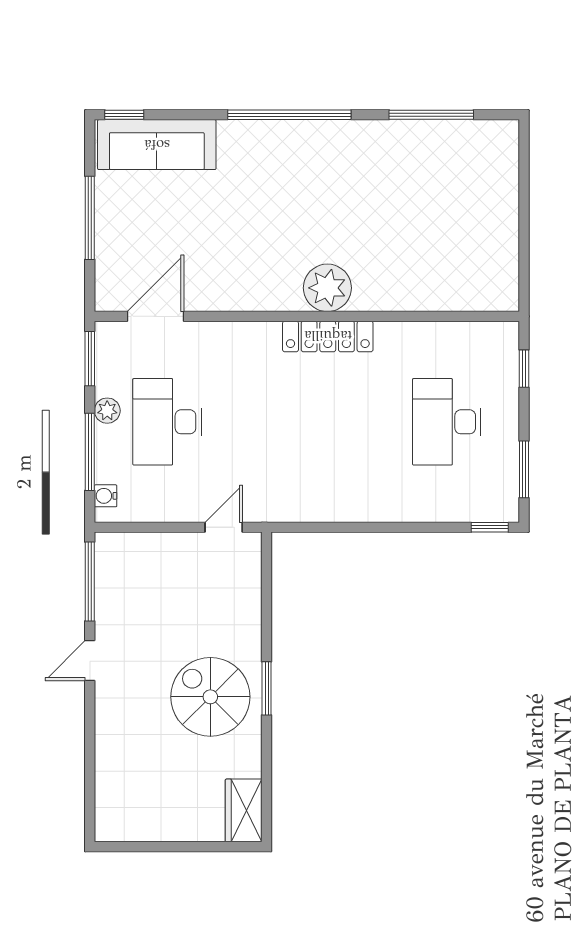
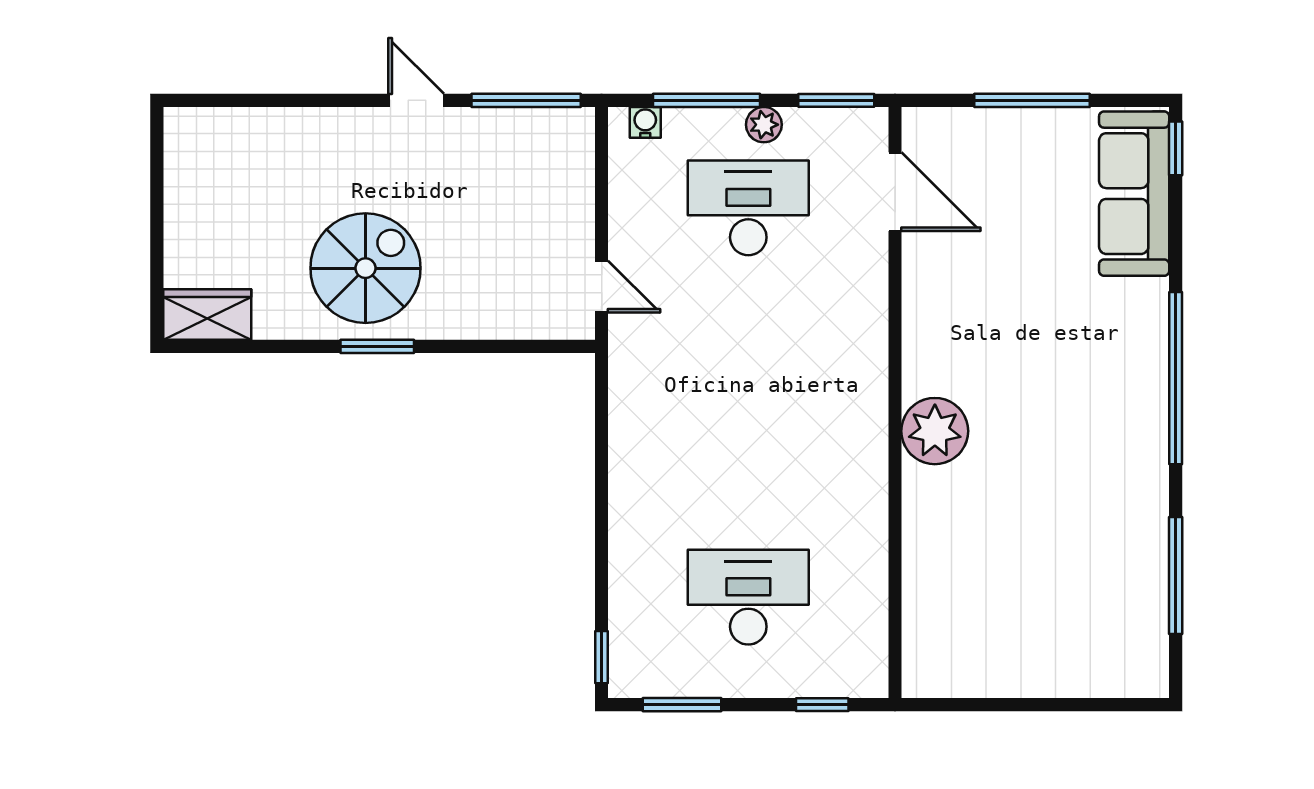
locker: (328, 336) -> (867, 432), removed

